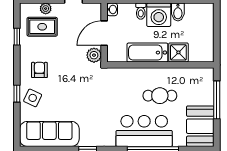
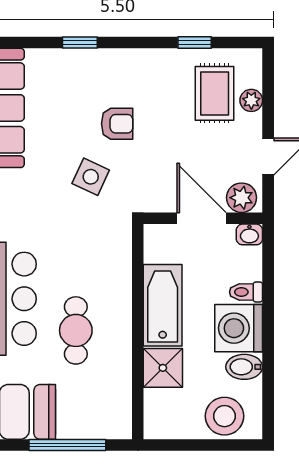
stool: (202, 22) -> (224, 416), added
plant: (94, 55) -> (242, 198), moved
armchair: (39, 70) -> (117, 124), moved
side table: (33, 98) -> (91, 177), moved

